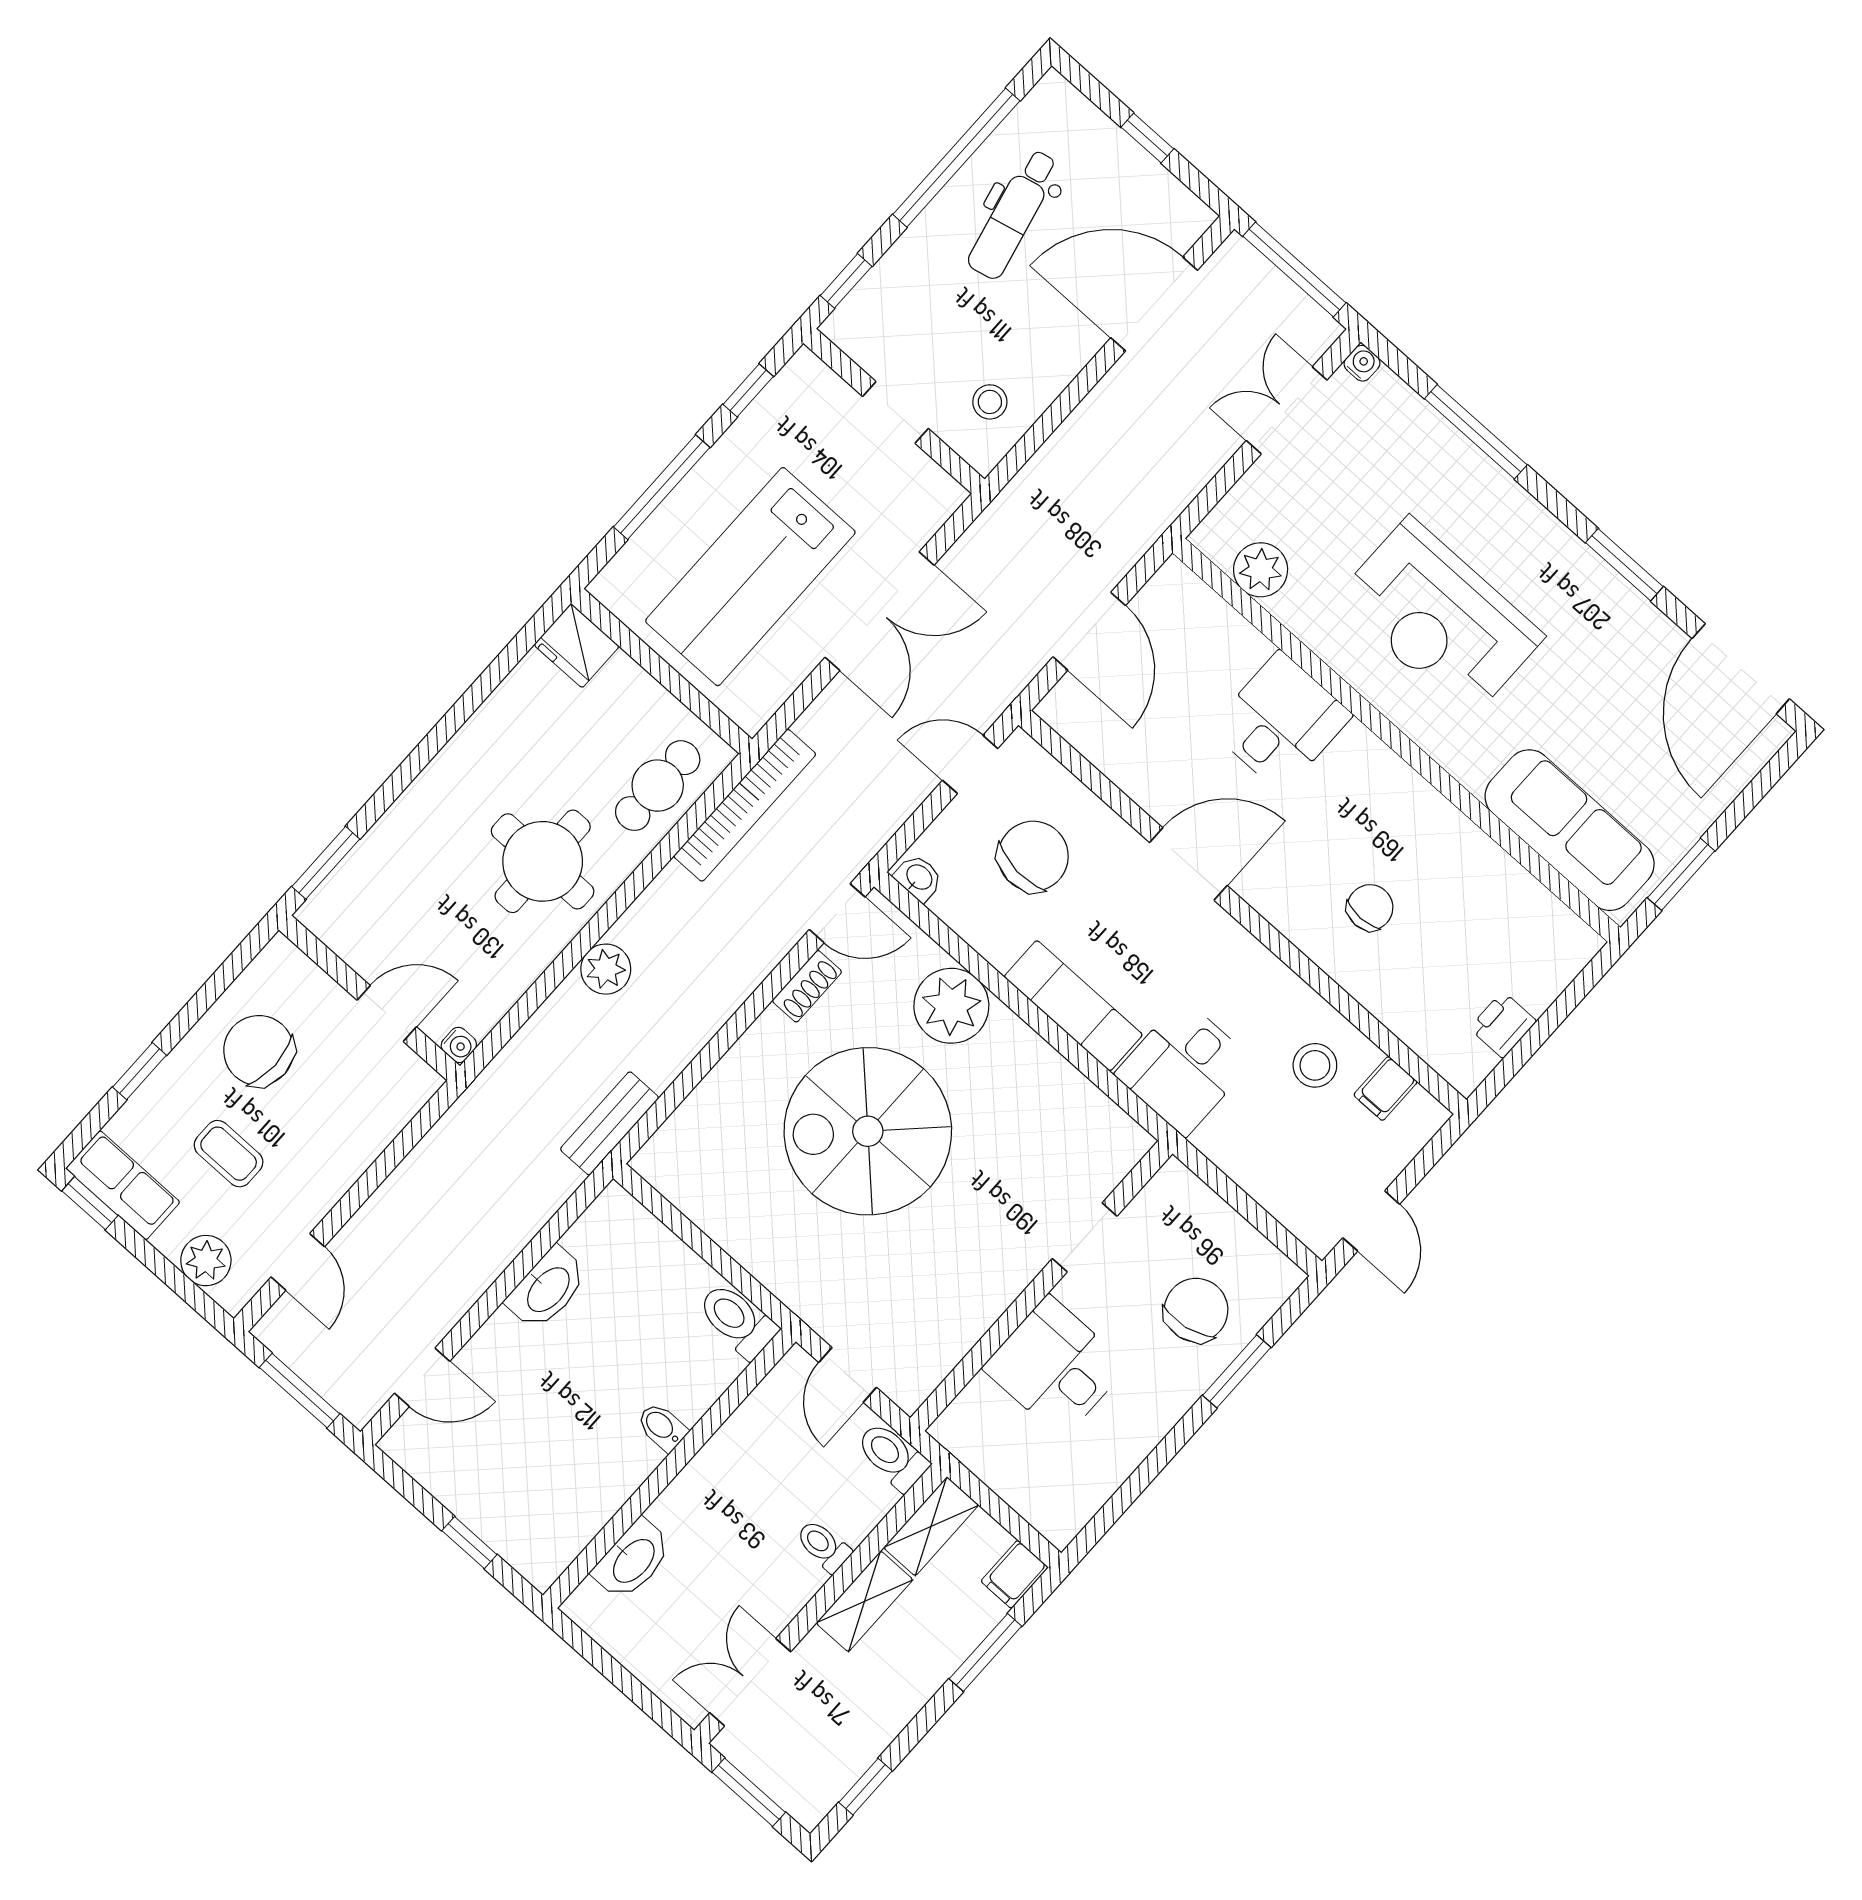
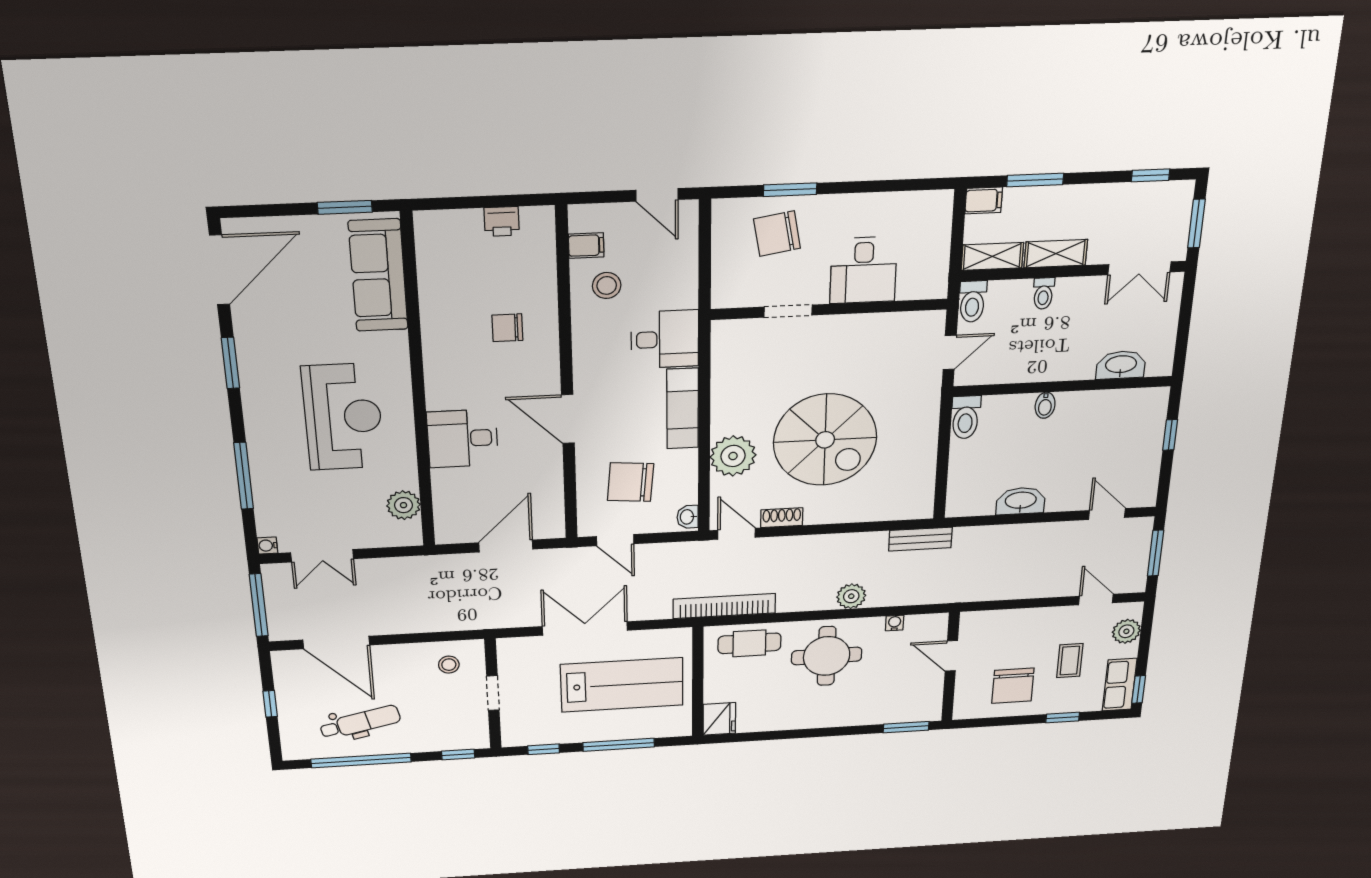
water cooler: (459, 1045) -> (895, 623), moved
door: (1371, 1221) -> (657, 195), swing flipped
door: (298, 1262) -> (1096, 599), hinge flipped

